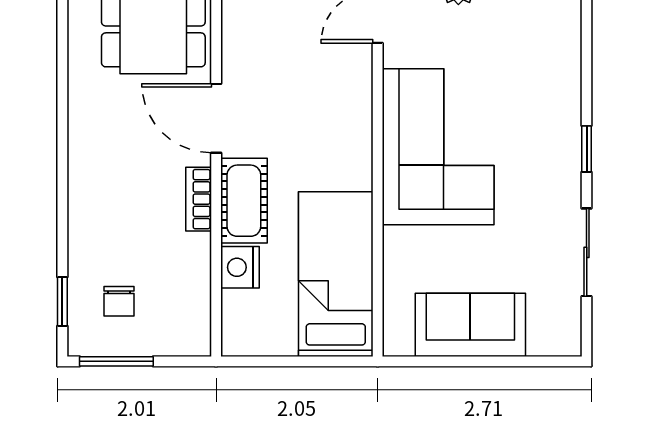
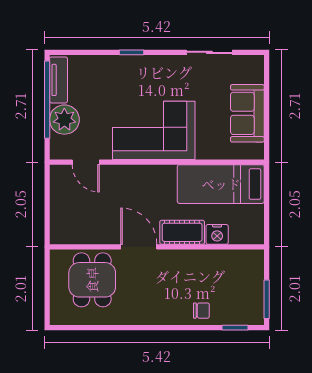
door: (216, 118) -> (139, 247), swing flipped
window: (587, 149) -> (131, 52), moved
bookcase: (199, 199) -> (181, 256), removed
chair: (119, 301) -> (201, 311), moved

